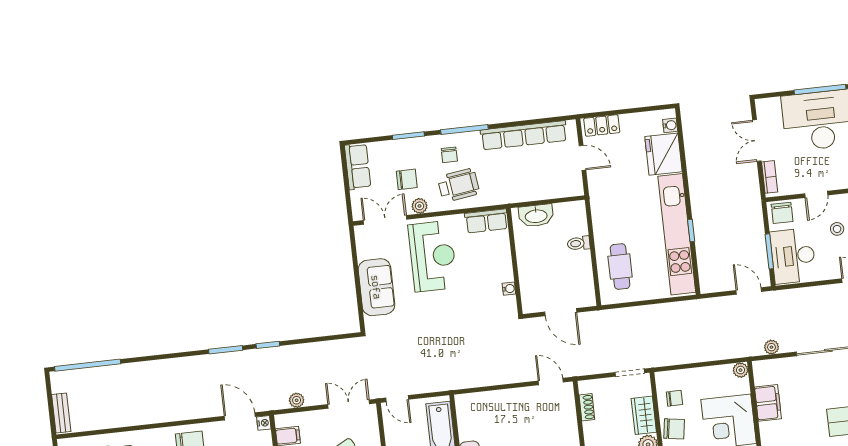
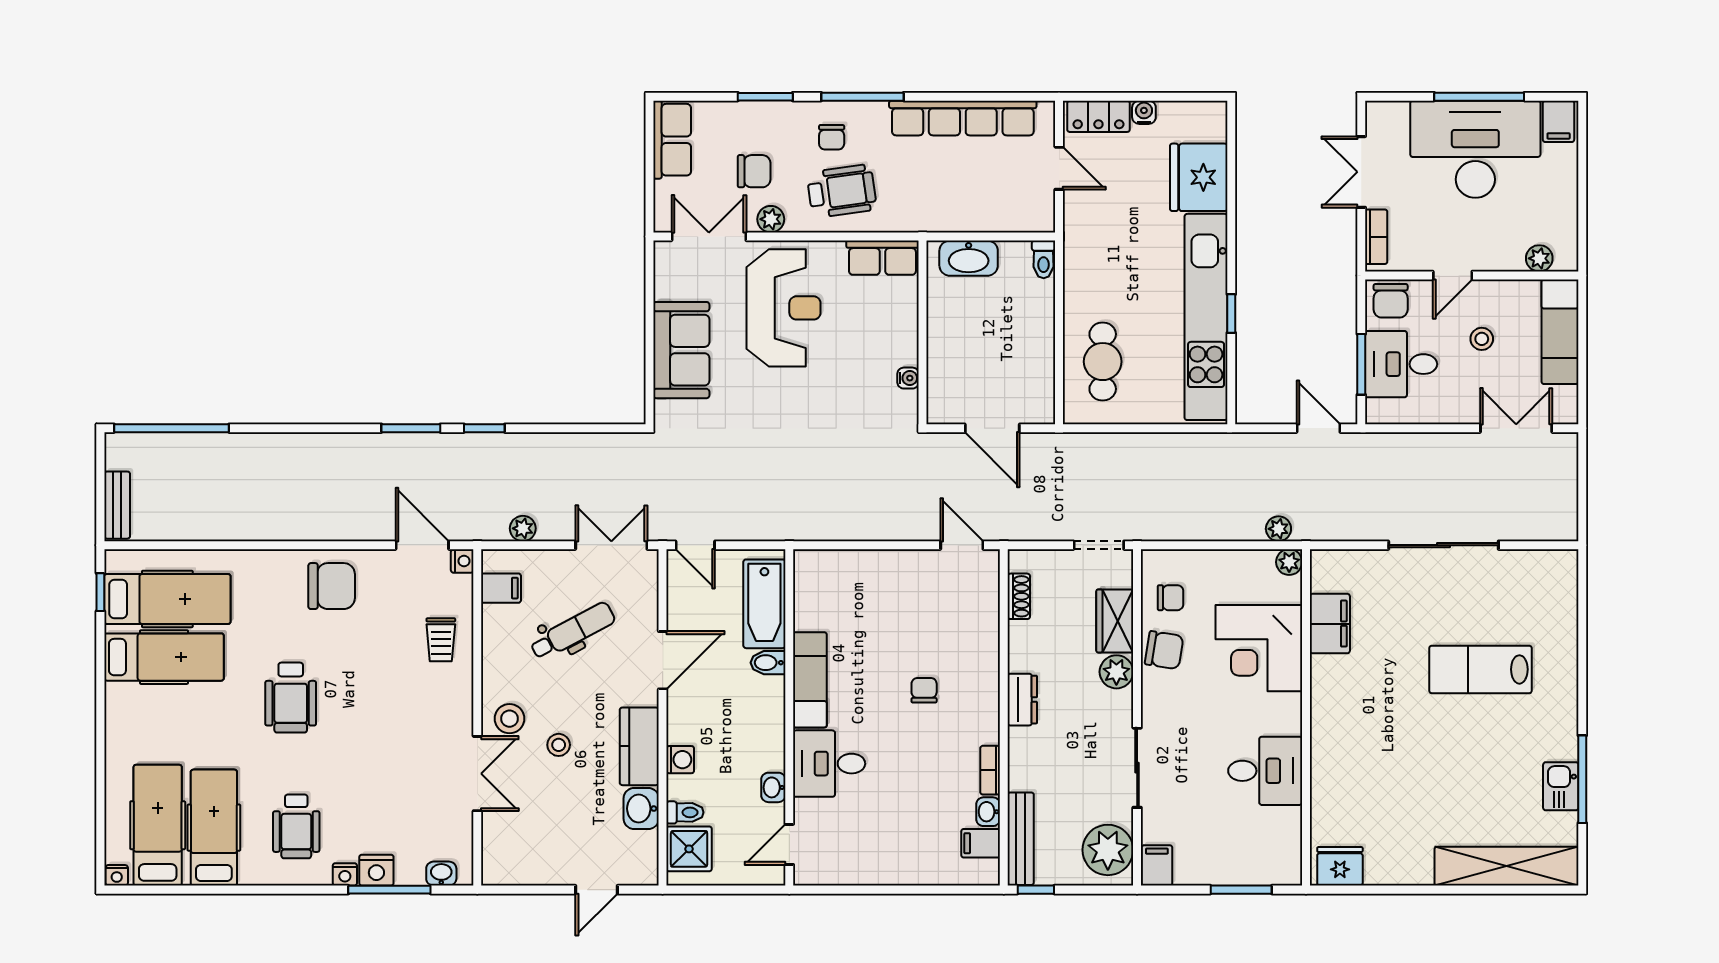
water cooler: (670, 125) -> (1144, 112), moved, turned -90
toilet: (579, 243) -> (1044, 259), moved, turned -90
desk: (793, 256) -> (1401, 364), width x0.73
plant: (771, 347) -> (1278, 529), moved

